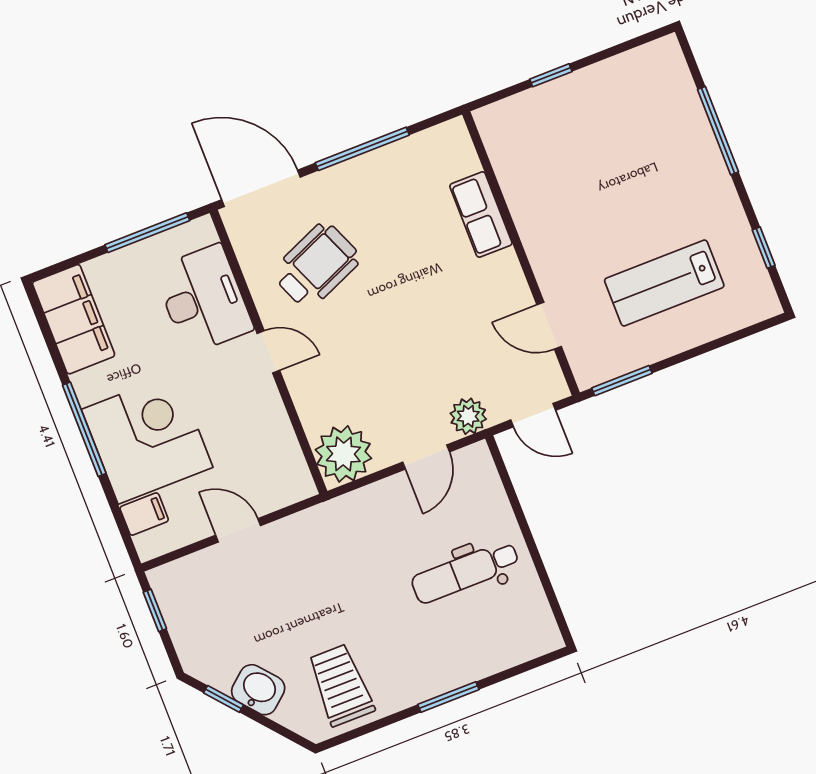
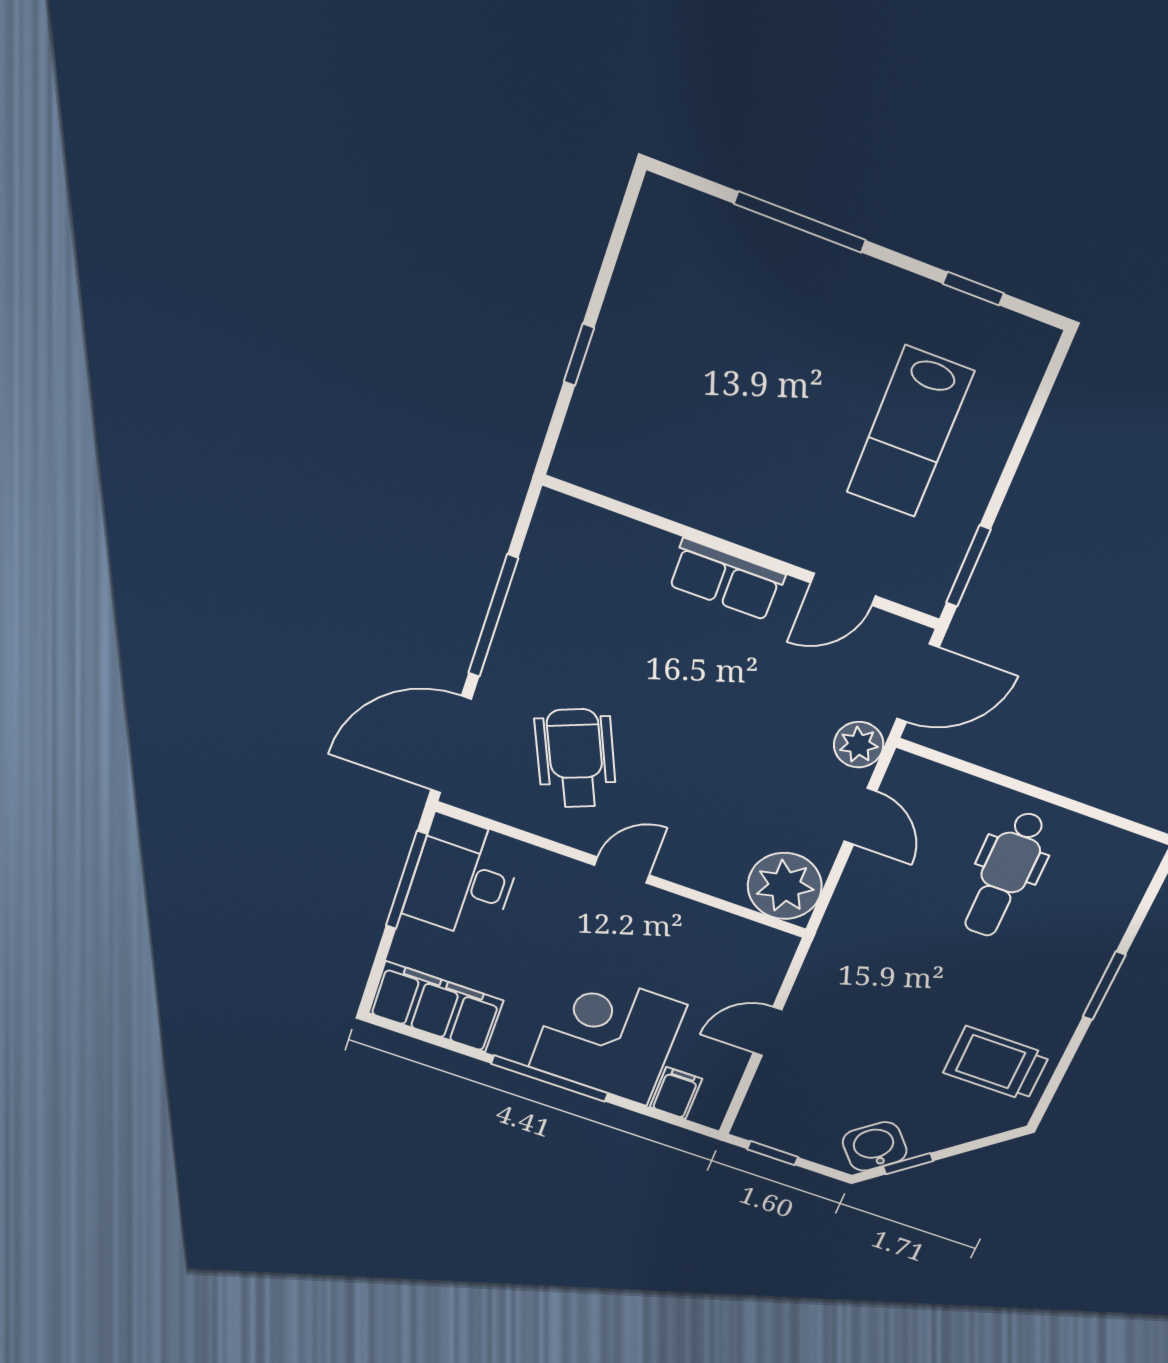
row of seats: (481, 215) -> (726, 580), moved
desk: (203, 299) -> (463, 878), moved, turned -90
door: (533, 415) -> (918, 683), width x1.38
washbasin: (258, 690) -> (875, 1146), moved

